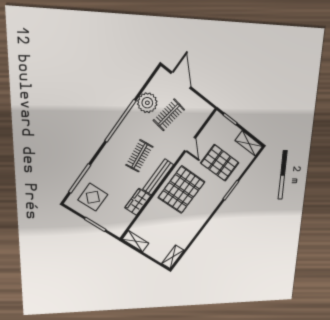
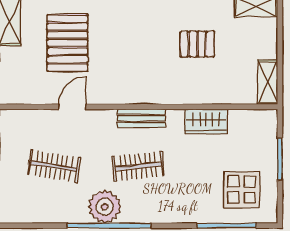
plant: (147, 103) -> (105, 207), moved
bench: (158, 177) -> (141, 118), width x0.73
pallet: (182, 190) -> (197, 44), moved, width x0.49, depth x0.50

